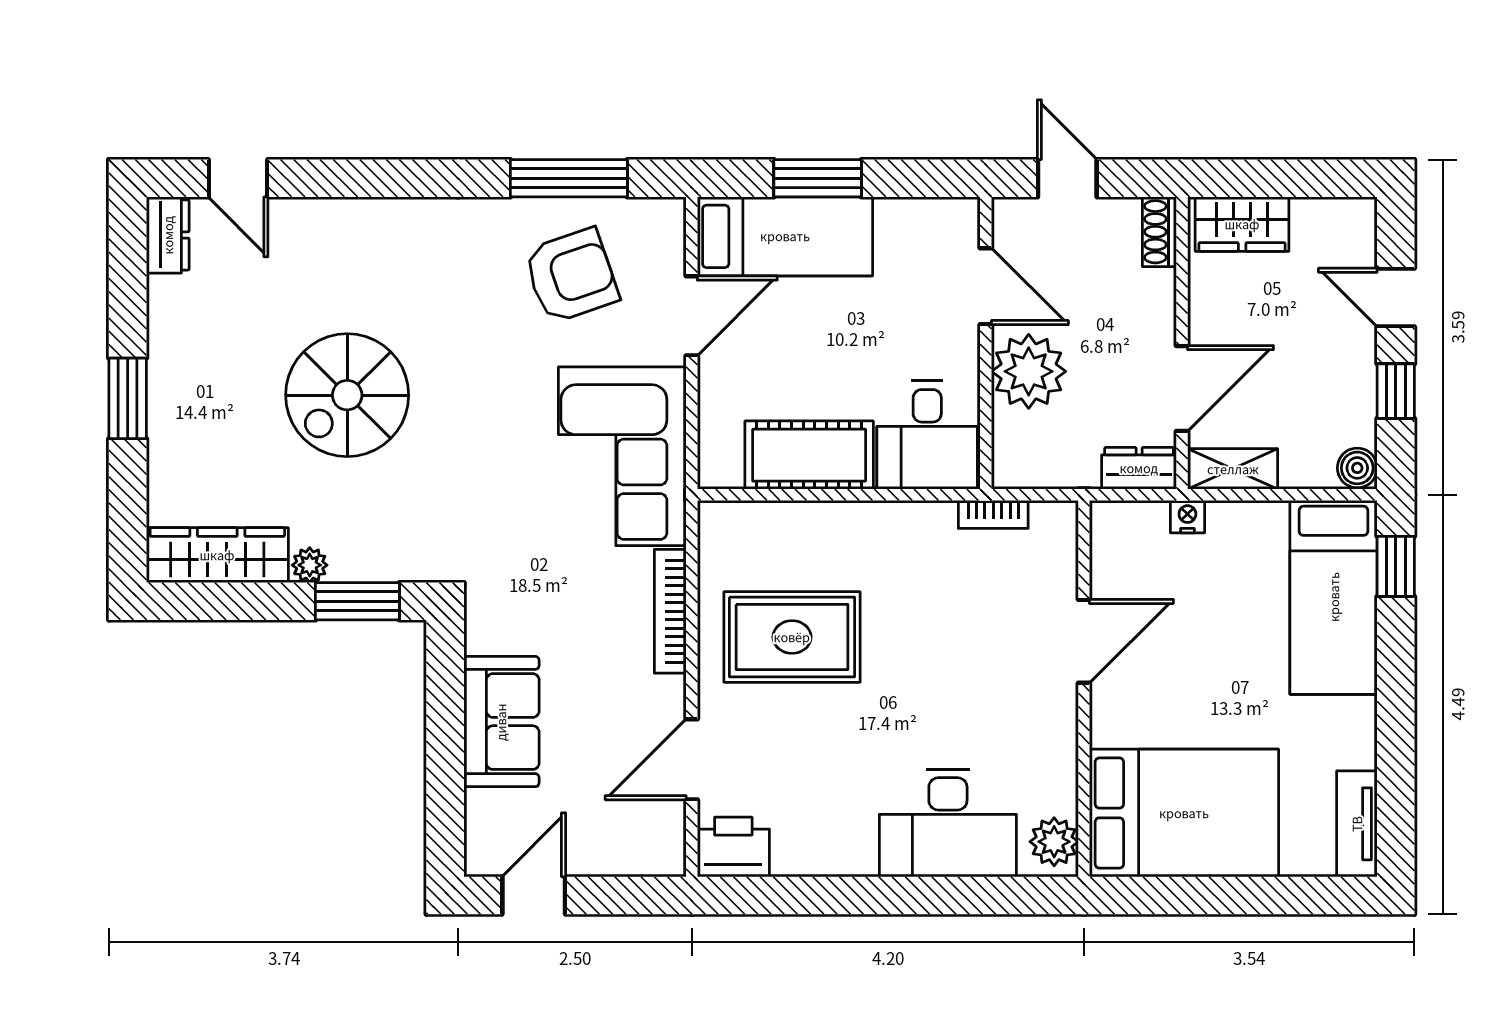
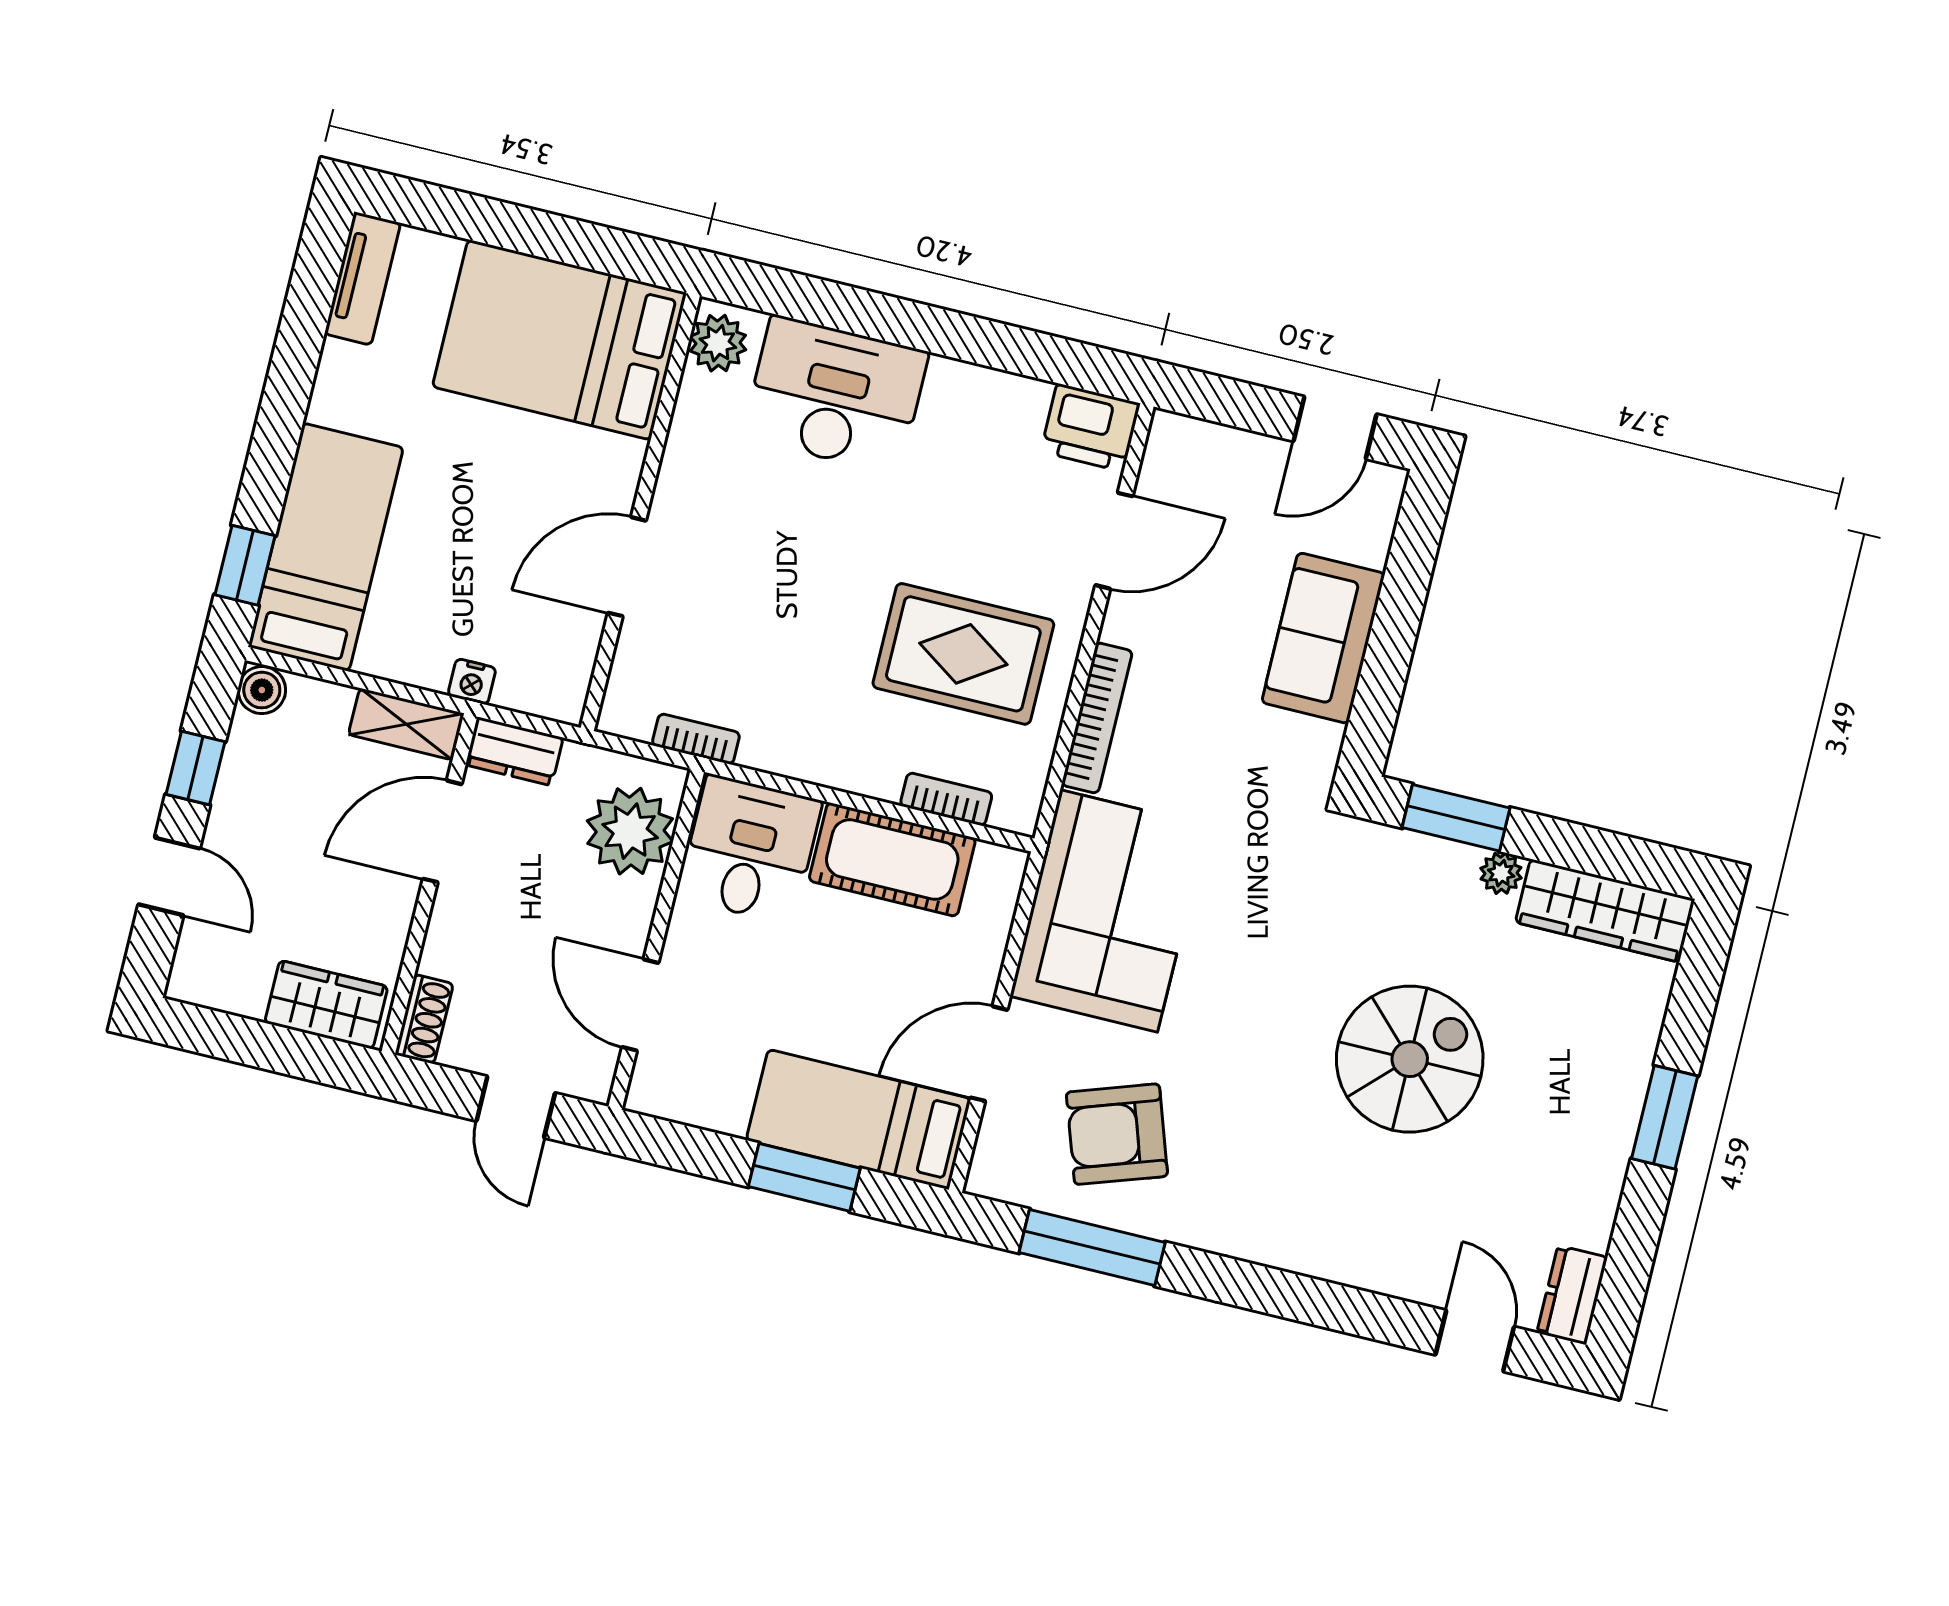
plant: (1029, 371) -> (630, 831), moved
bookcase: (777, 515) -> (946, 799), added

